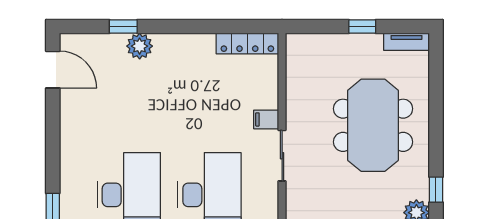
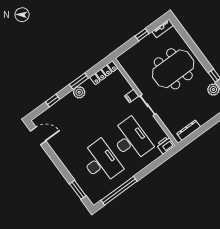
window: (193, 26) -> (79, 81), added
plant: (140, 46) -> (79, 92), moved
meeting table: (373, 125) -> (173, 69), turned 90

